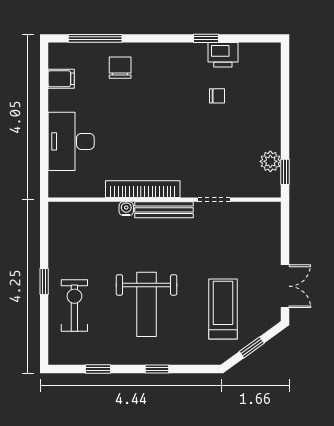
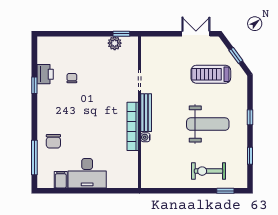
chair: (120, 68) -> (53, 141), turned -90
desk: (71, 141) -> (87, 173), moved
window: (44, 282) -> (225, 191), moved

